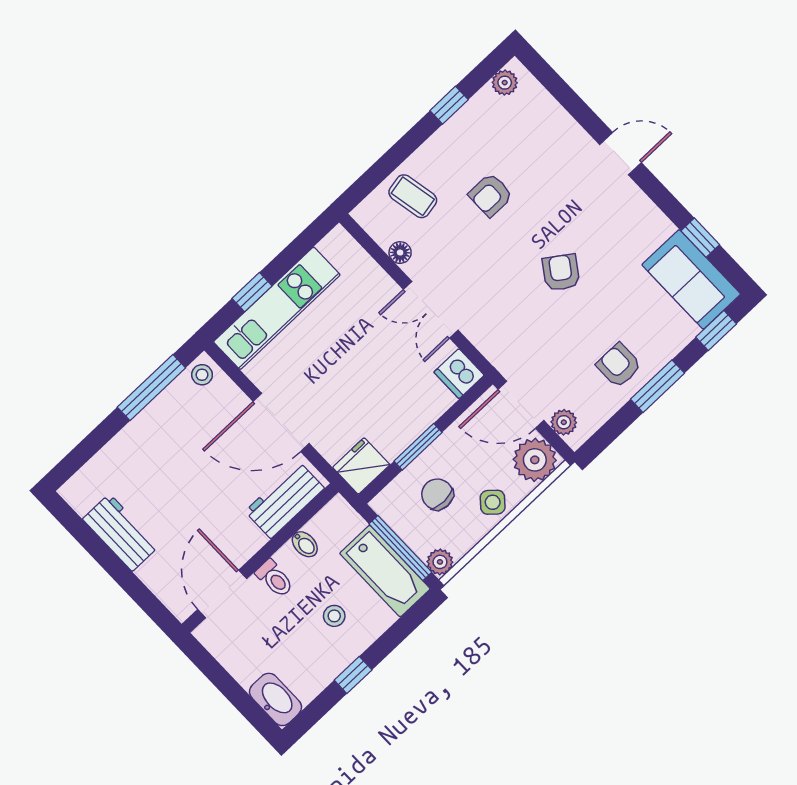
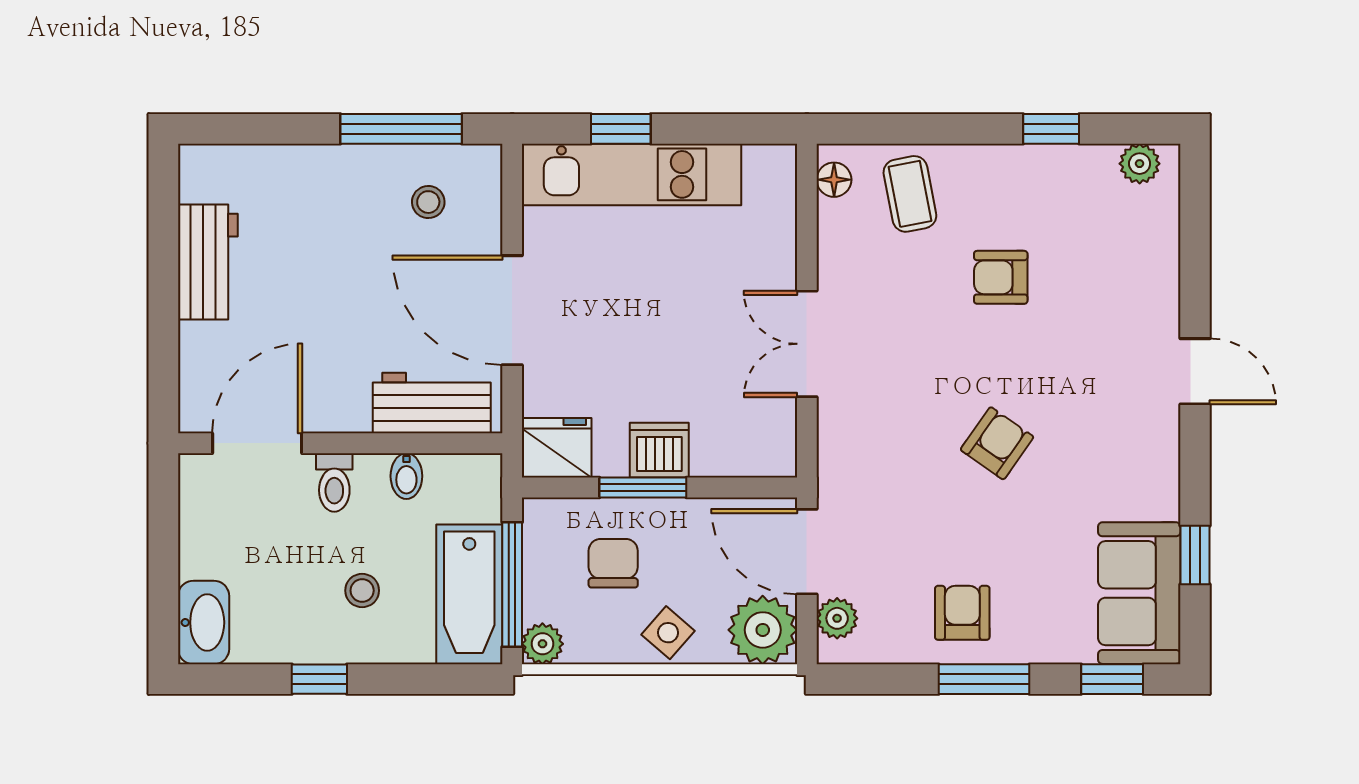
floor lamp: (400, 253) -> (834, 180), moved
dishwasher: (459, 374) -> (659, 450), moved, turned 90
stool: (202, 375) -> (428, 202), moved

